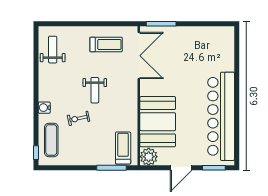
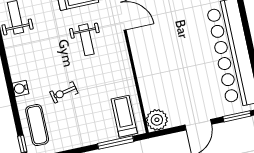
weight bench: (95, 90) -> (86, 40), moved
booth: (158, 122) -> (159, 76), removed

